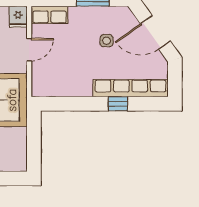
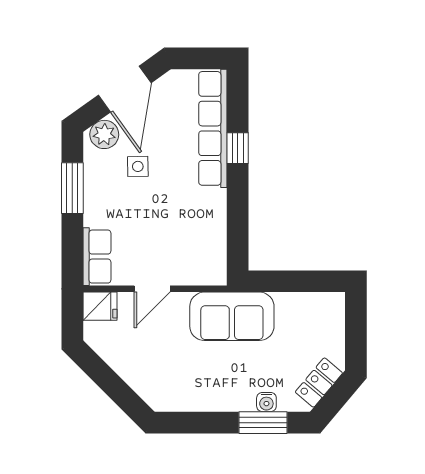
plant: (127, 19) -> (104, 134), added
door: (29, 50) -> (152, 289), swing flipped

